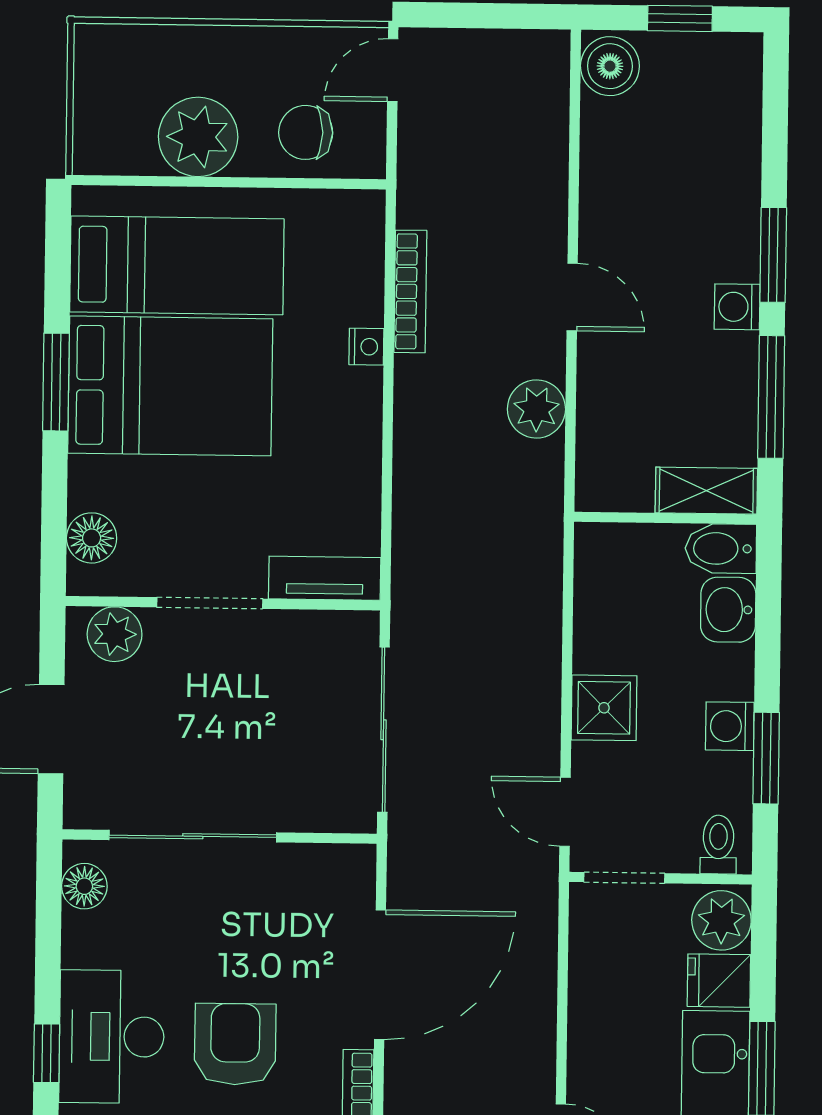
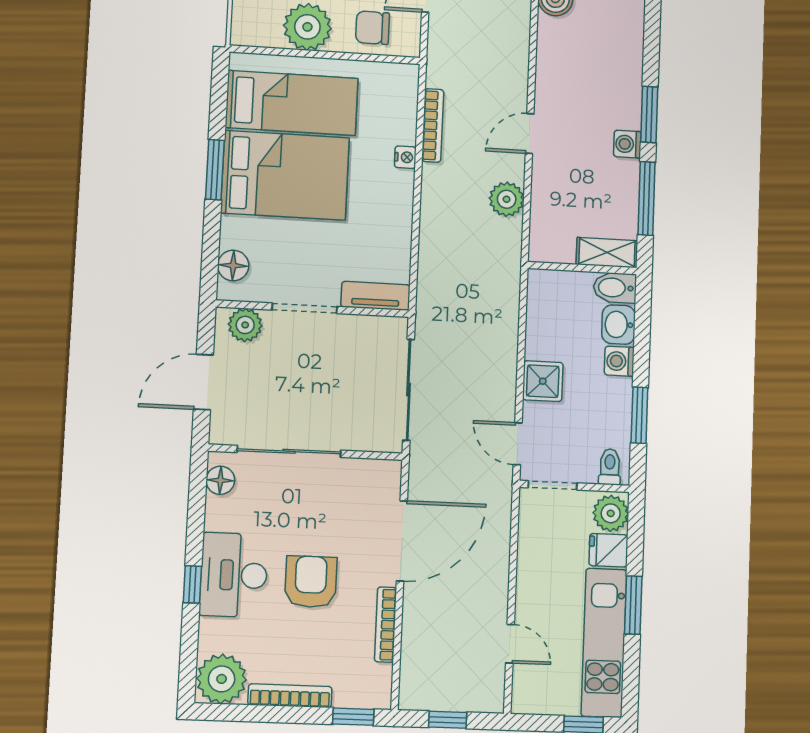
door: (572, 297) -> (530, 134), swing flipped
washing machine: (730, 726) -> (619, 361), moved

